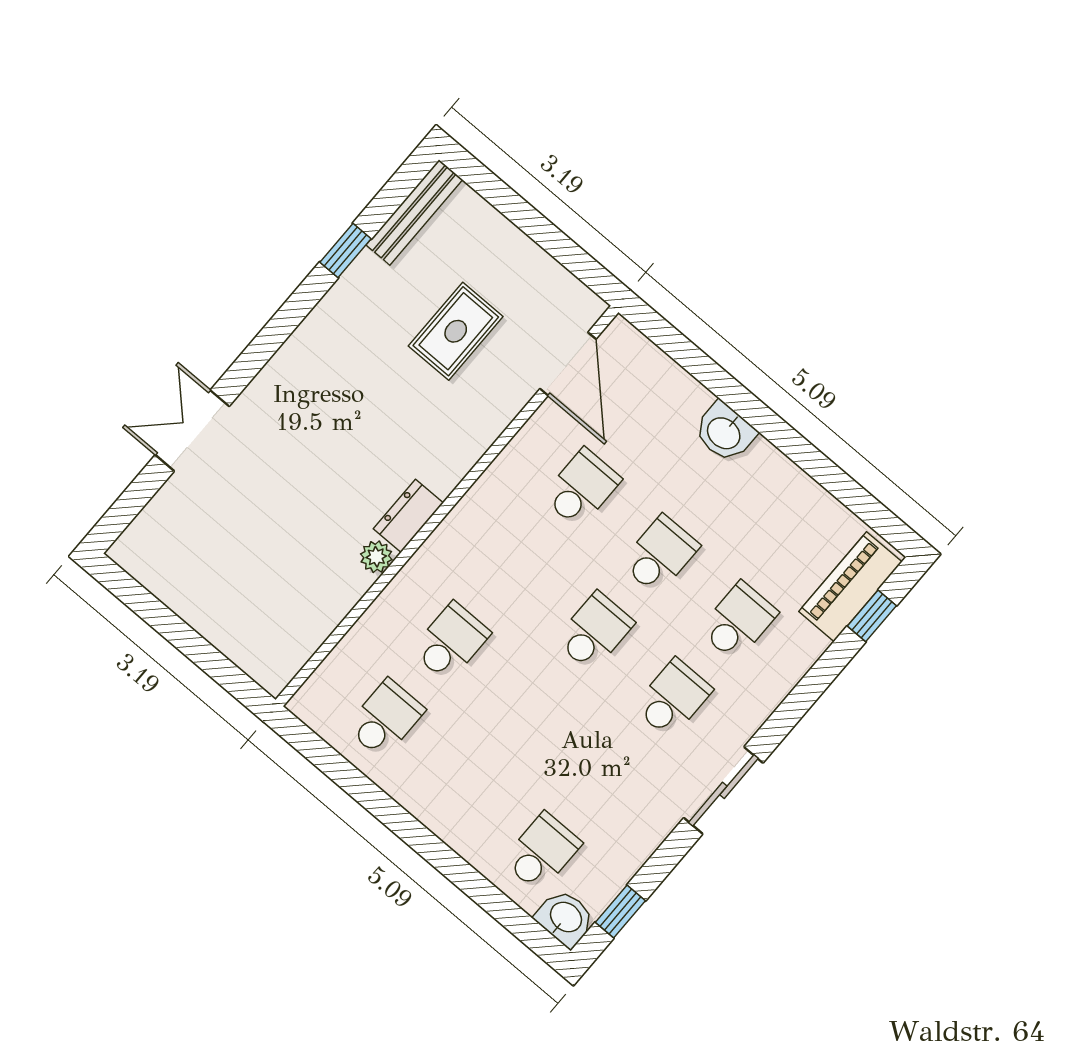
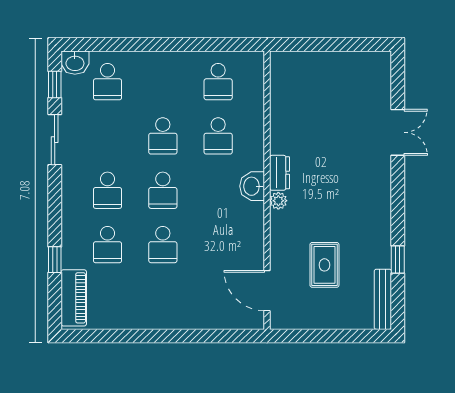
washbasin: (725, 432) -> (252, 186), moved, turned -90
school desk: (582, 488) -> (163, 136), moved
plant: (376, 557) -> (278, 201), moved
window: (872, 616) -> (55, 260), moved
sliding door: (723, 790) -> (55, 140), moved

